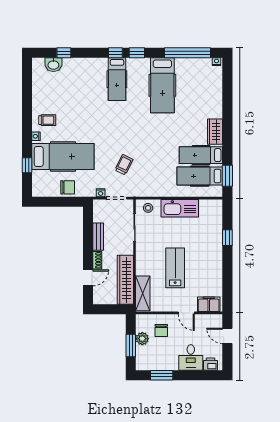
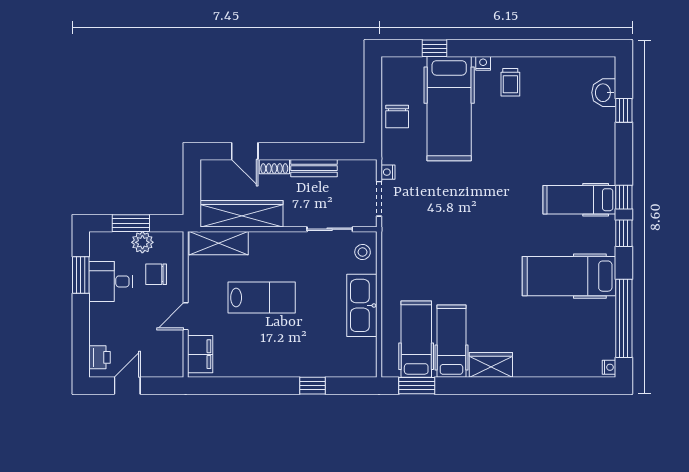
trolley: (124, 165) -> (435, 211), removed
door: (227, 336) -> (127, 386), moved
desk: (191, 357) -> (111, 281), moved

